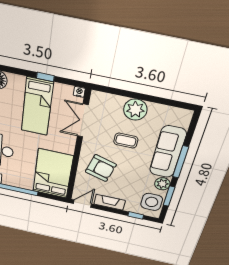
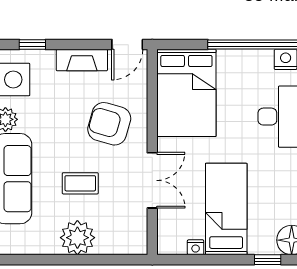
window: (45, 77) -> (268, 260), moved
nightstand: (79, 92) -> (196, 247), moved
double door: (83, 121) -> (152, 180), moved

